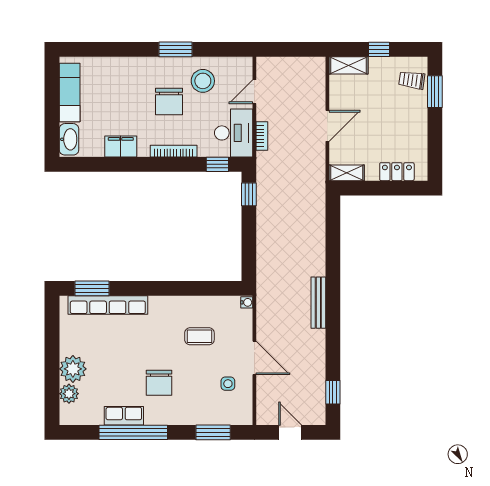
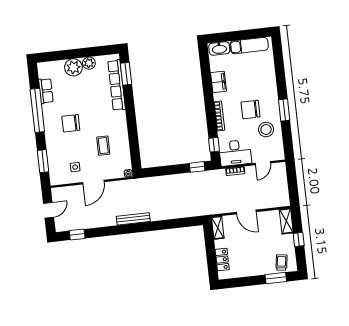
door: (254, 92) -> (263, 163), swing flipped
plant: (69, 394) -> (89, 63), moved
row of seats: (124, 416) -> (46, 91), moved

